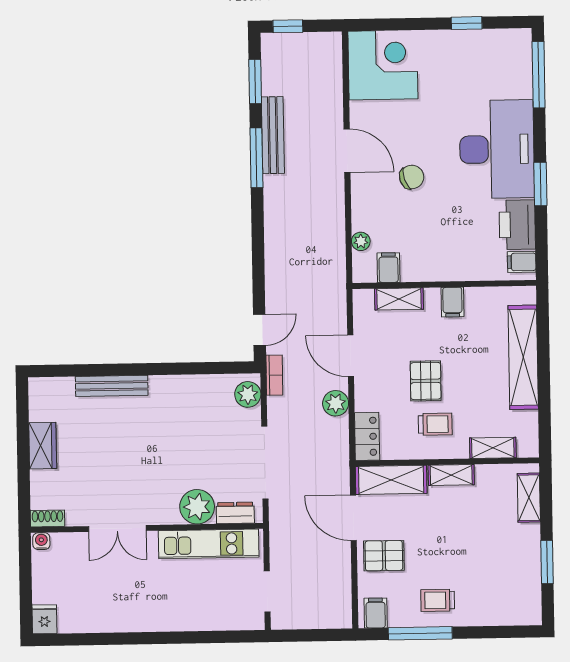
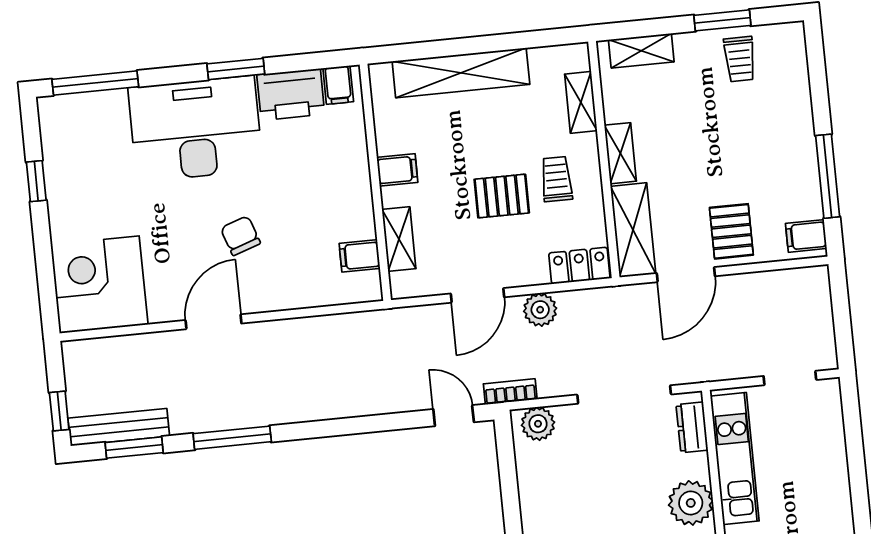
bench: (273, 135) -> (119, 427), moved
plant: (361, 241) -> (329, 294), removed
plant: (197, 507) -> (691, 503), moved
trolley: (438, 600) -> (740, 59), moved

